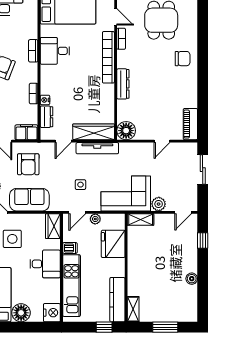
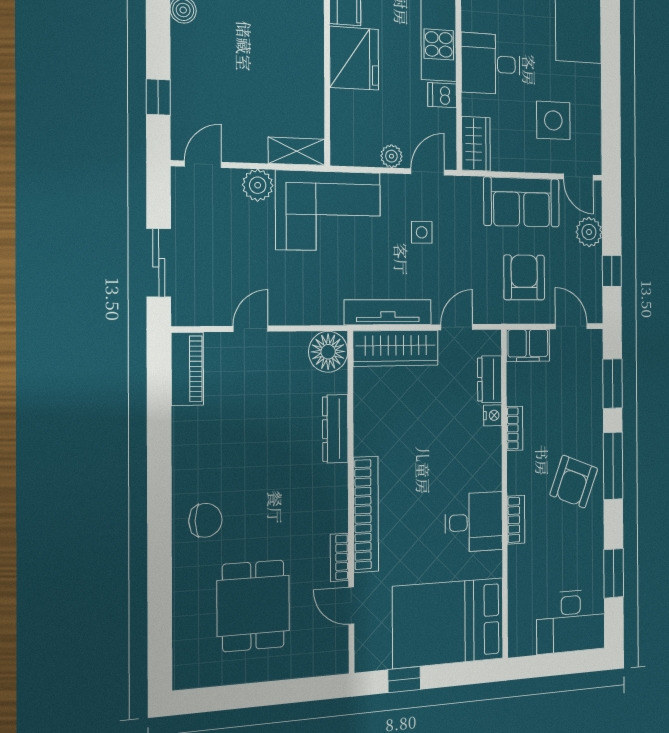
chair: (183, 59) -> (205, 520), turned 180
dresser: (123, 84) -> (335, 429), moved
fridge: (113, 244) -> (354, 58), moved

